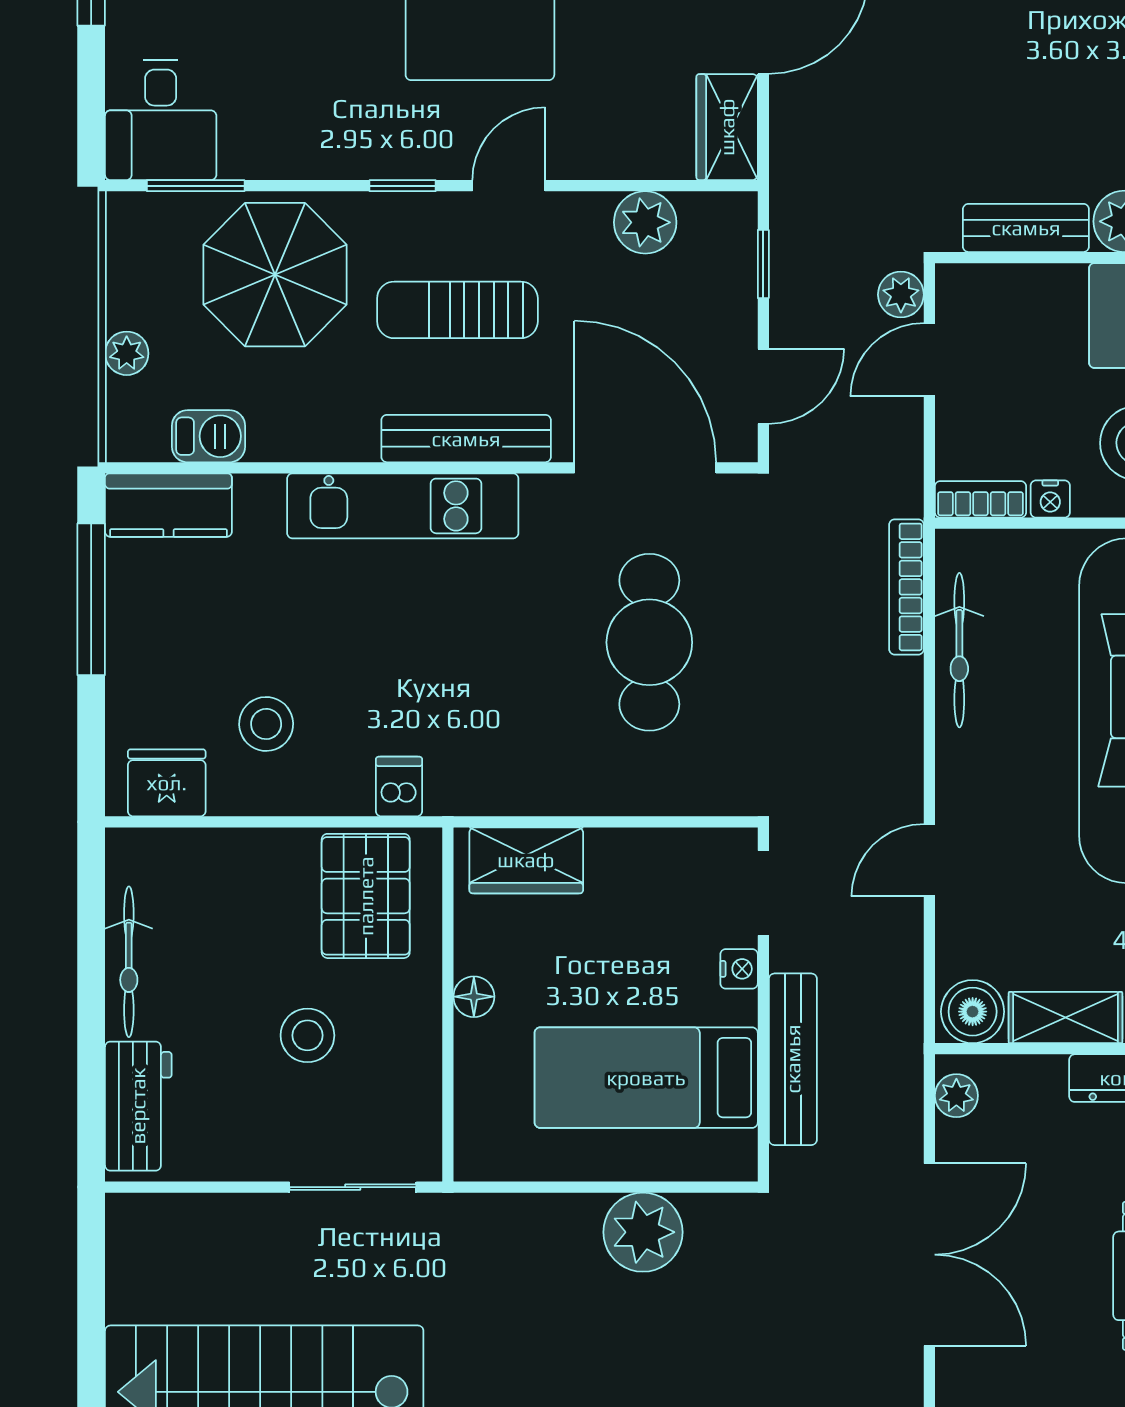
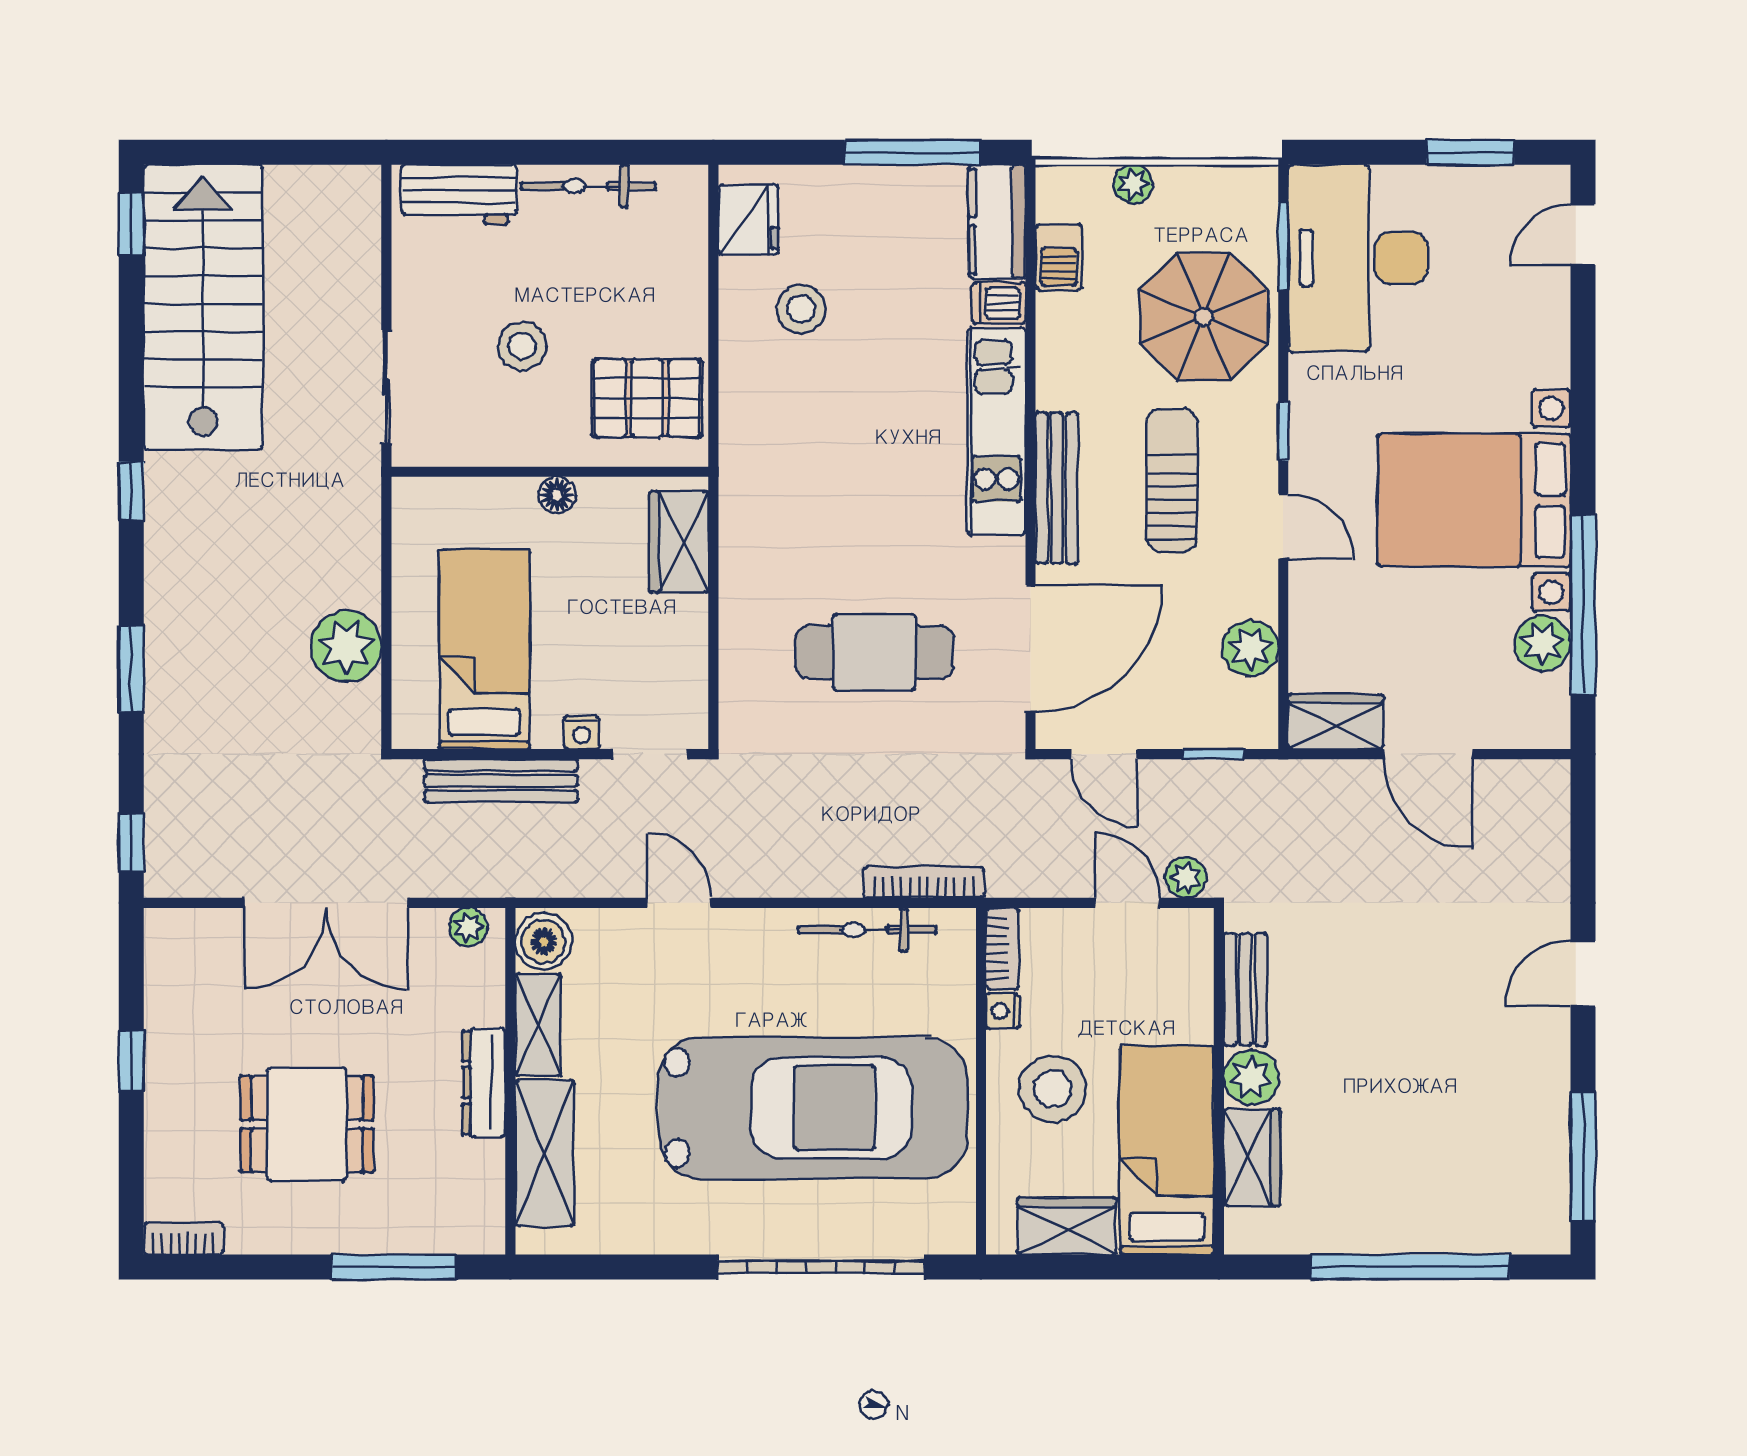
desk: (161, 120) -> (1358, 258), width x1.87, depth x1.30
dishwasher: (399, 786) -> (999, 303), moved, turned 180

